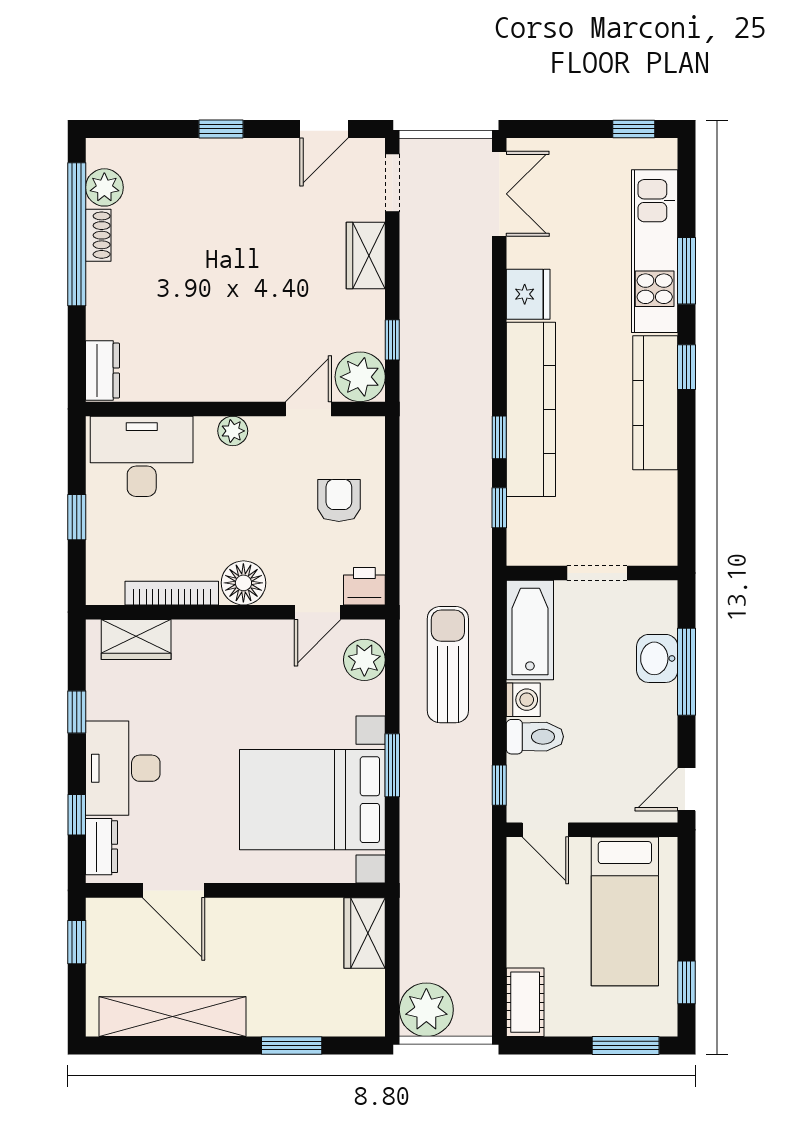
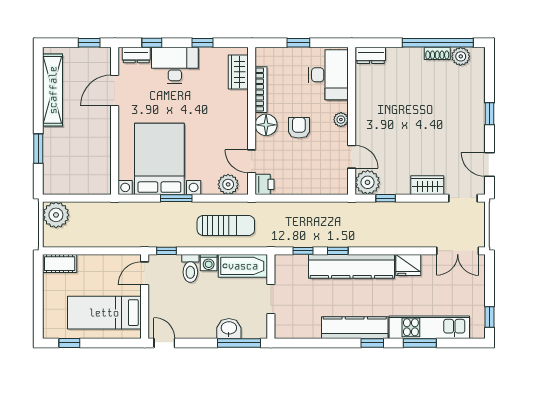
armchair: (339, 500) -> (299, 128), moved, turned -90
window: (687, 672) -> (239, 343), moved
wardrobe: (365, 933) -> (94, 185), removed
window: (626, 1046) -> (38, 313), removed

